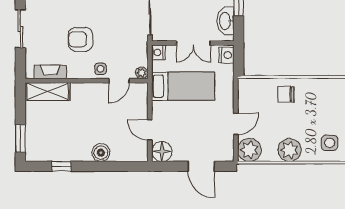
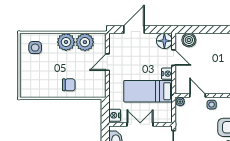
nightstand: (159, 52) -> (167, 74), moved
door: (119, 81) -> (197, 96), hinge flipped
plant: (249, 150) -> (85, 42), moved
boiler: (101, 153) -> (189, 40), moved
door: (201, 166) -> (134, 29), hinge flipped

